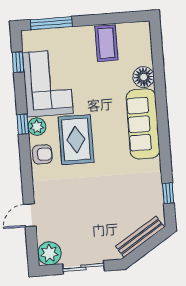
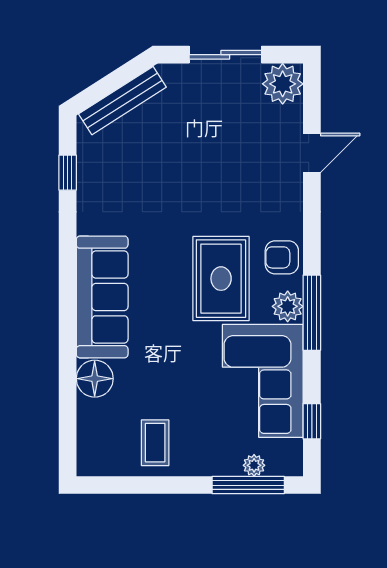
plant: (49, 35) -> (254, 465), added
coffee table: (106, 43) -> (155, 443), width x0.73, depth x0.77
window: (23, 124) -> (312, 313), width x2.17

